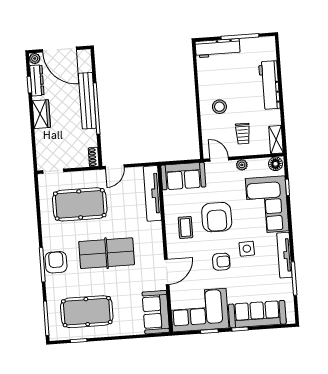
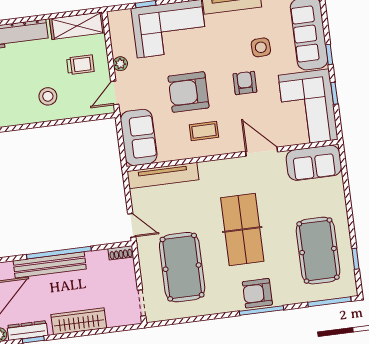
wardrobe: (41, 114) -> (79, 321), width x1.50
shelving: (276, 140) -> (77, 26), width x1.50, depth x1.33
floor lamp: (275, 164) -> (117, 21), removed
armchair: (217, 217) -> (189, 92), turned 180
side table: (247, 249) -> (261, 47), moved

